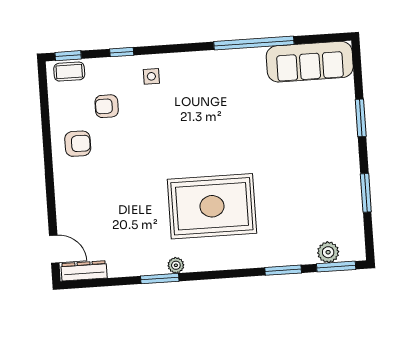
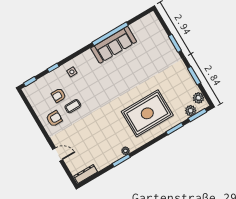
sofa: (310, 62) -> (114, 45), moved
coffee table: (69, 72) -> (73, 106), moved
rug: (212, 206) -> (147, 113), moved
plant: (354, 236) -> (198, 98), added
door: (54, 249) -> (58, 155), moved

